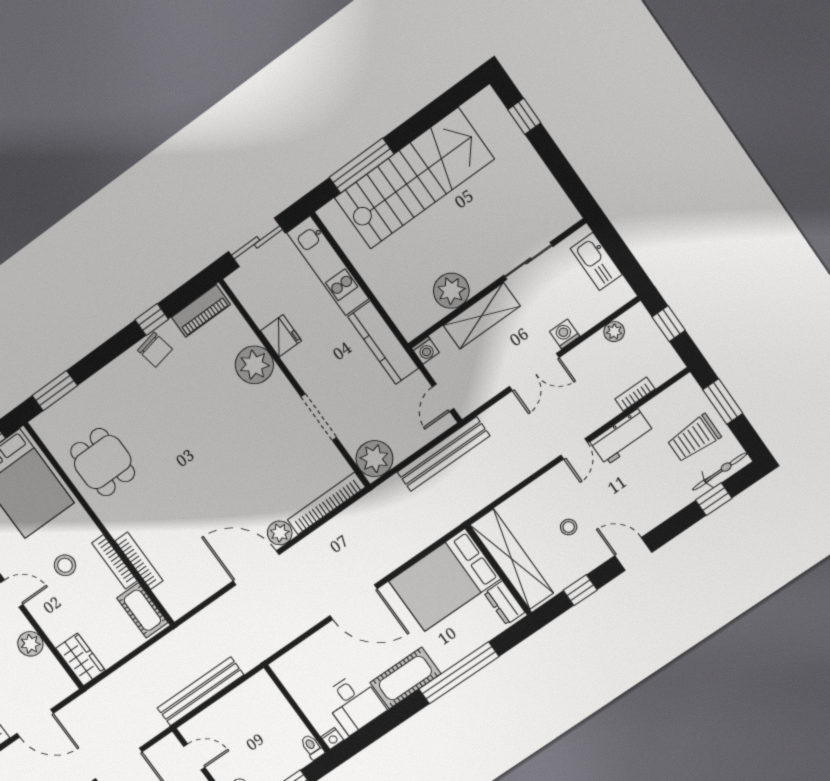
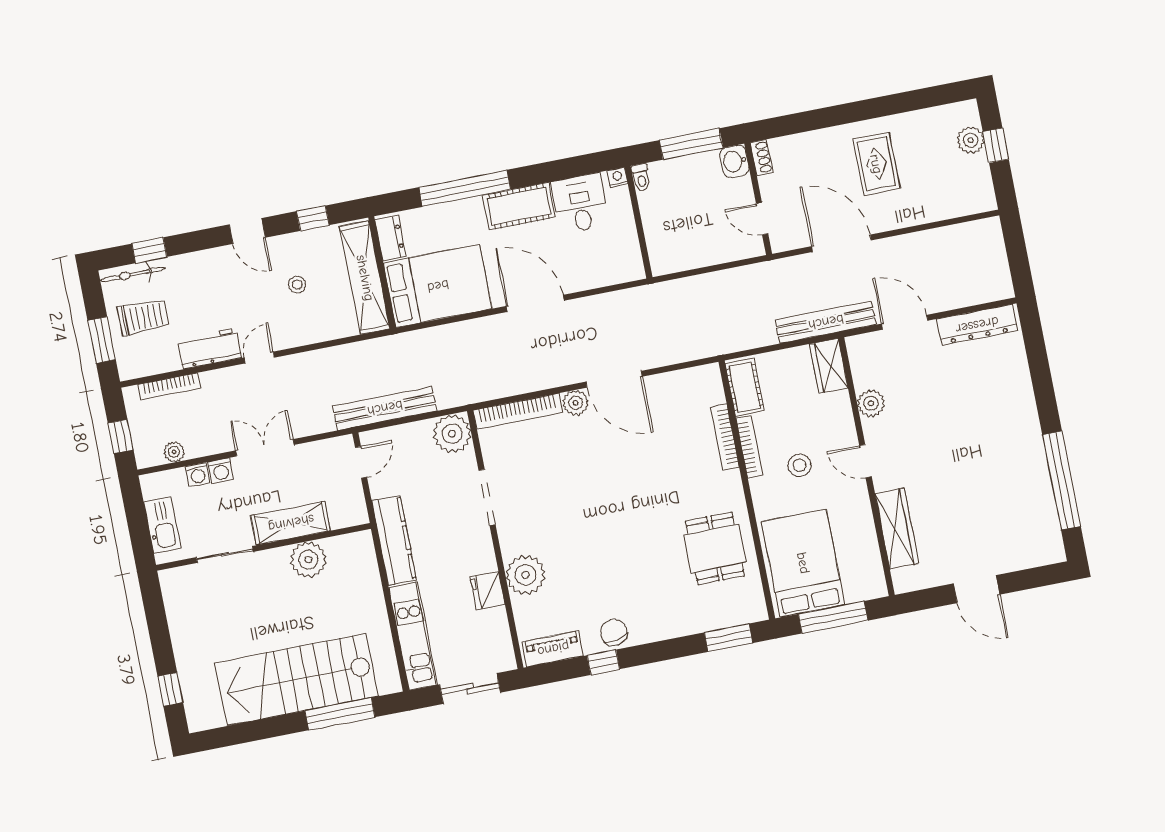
washing machine: (425, 350) -> (198, 475), moved, turned 180
bookcase: (635, 394) -> (169, 386), width x1.56
bench: (200, 691) -> (826, 322), moved

